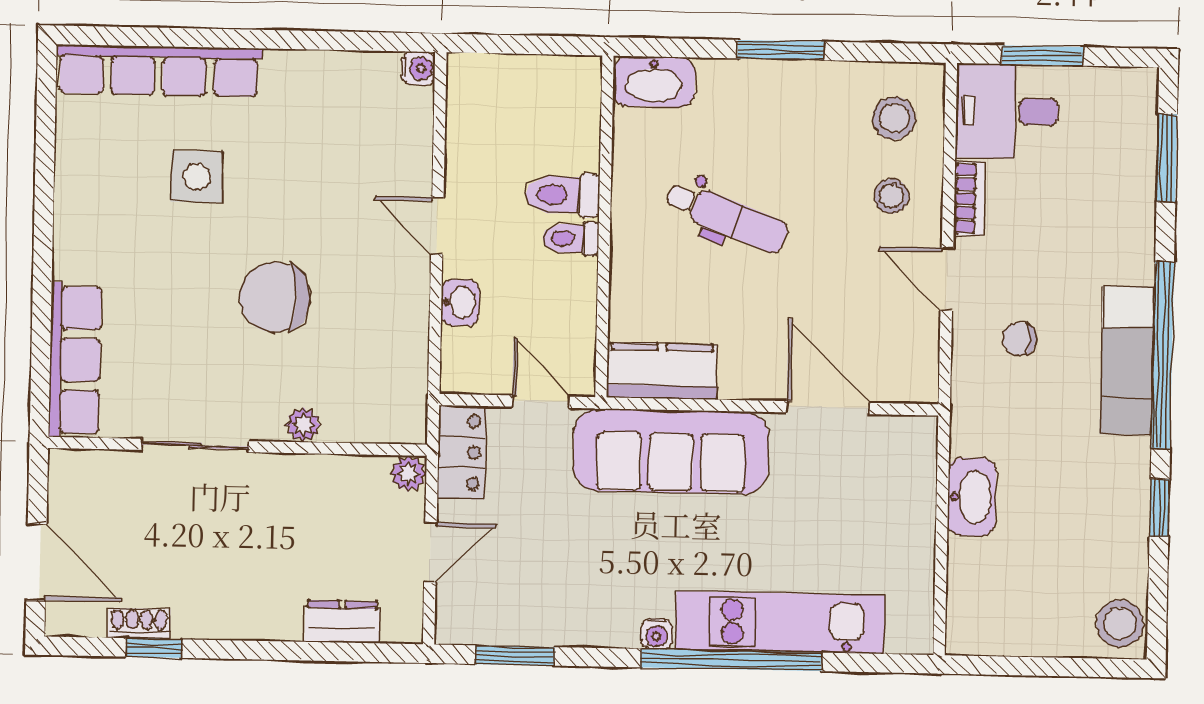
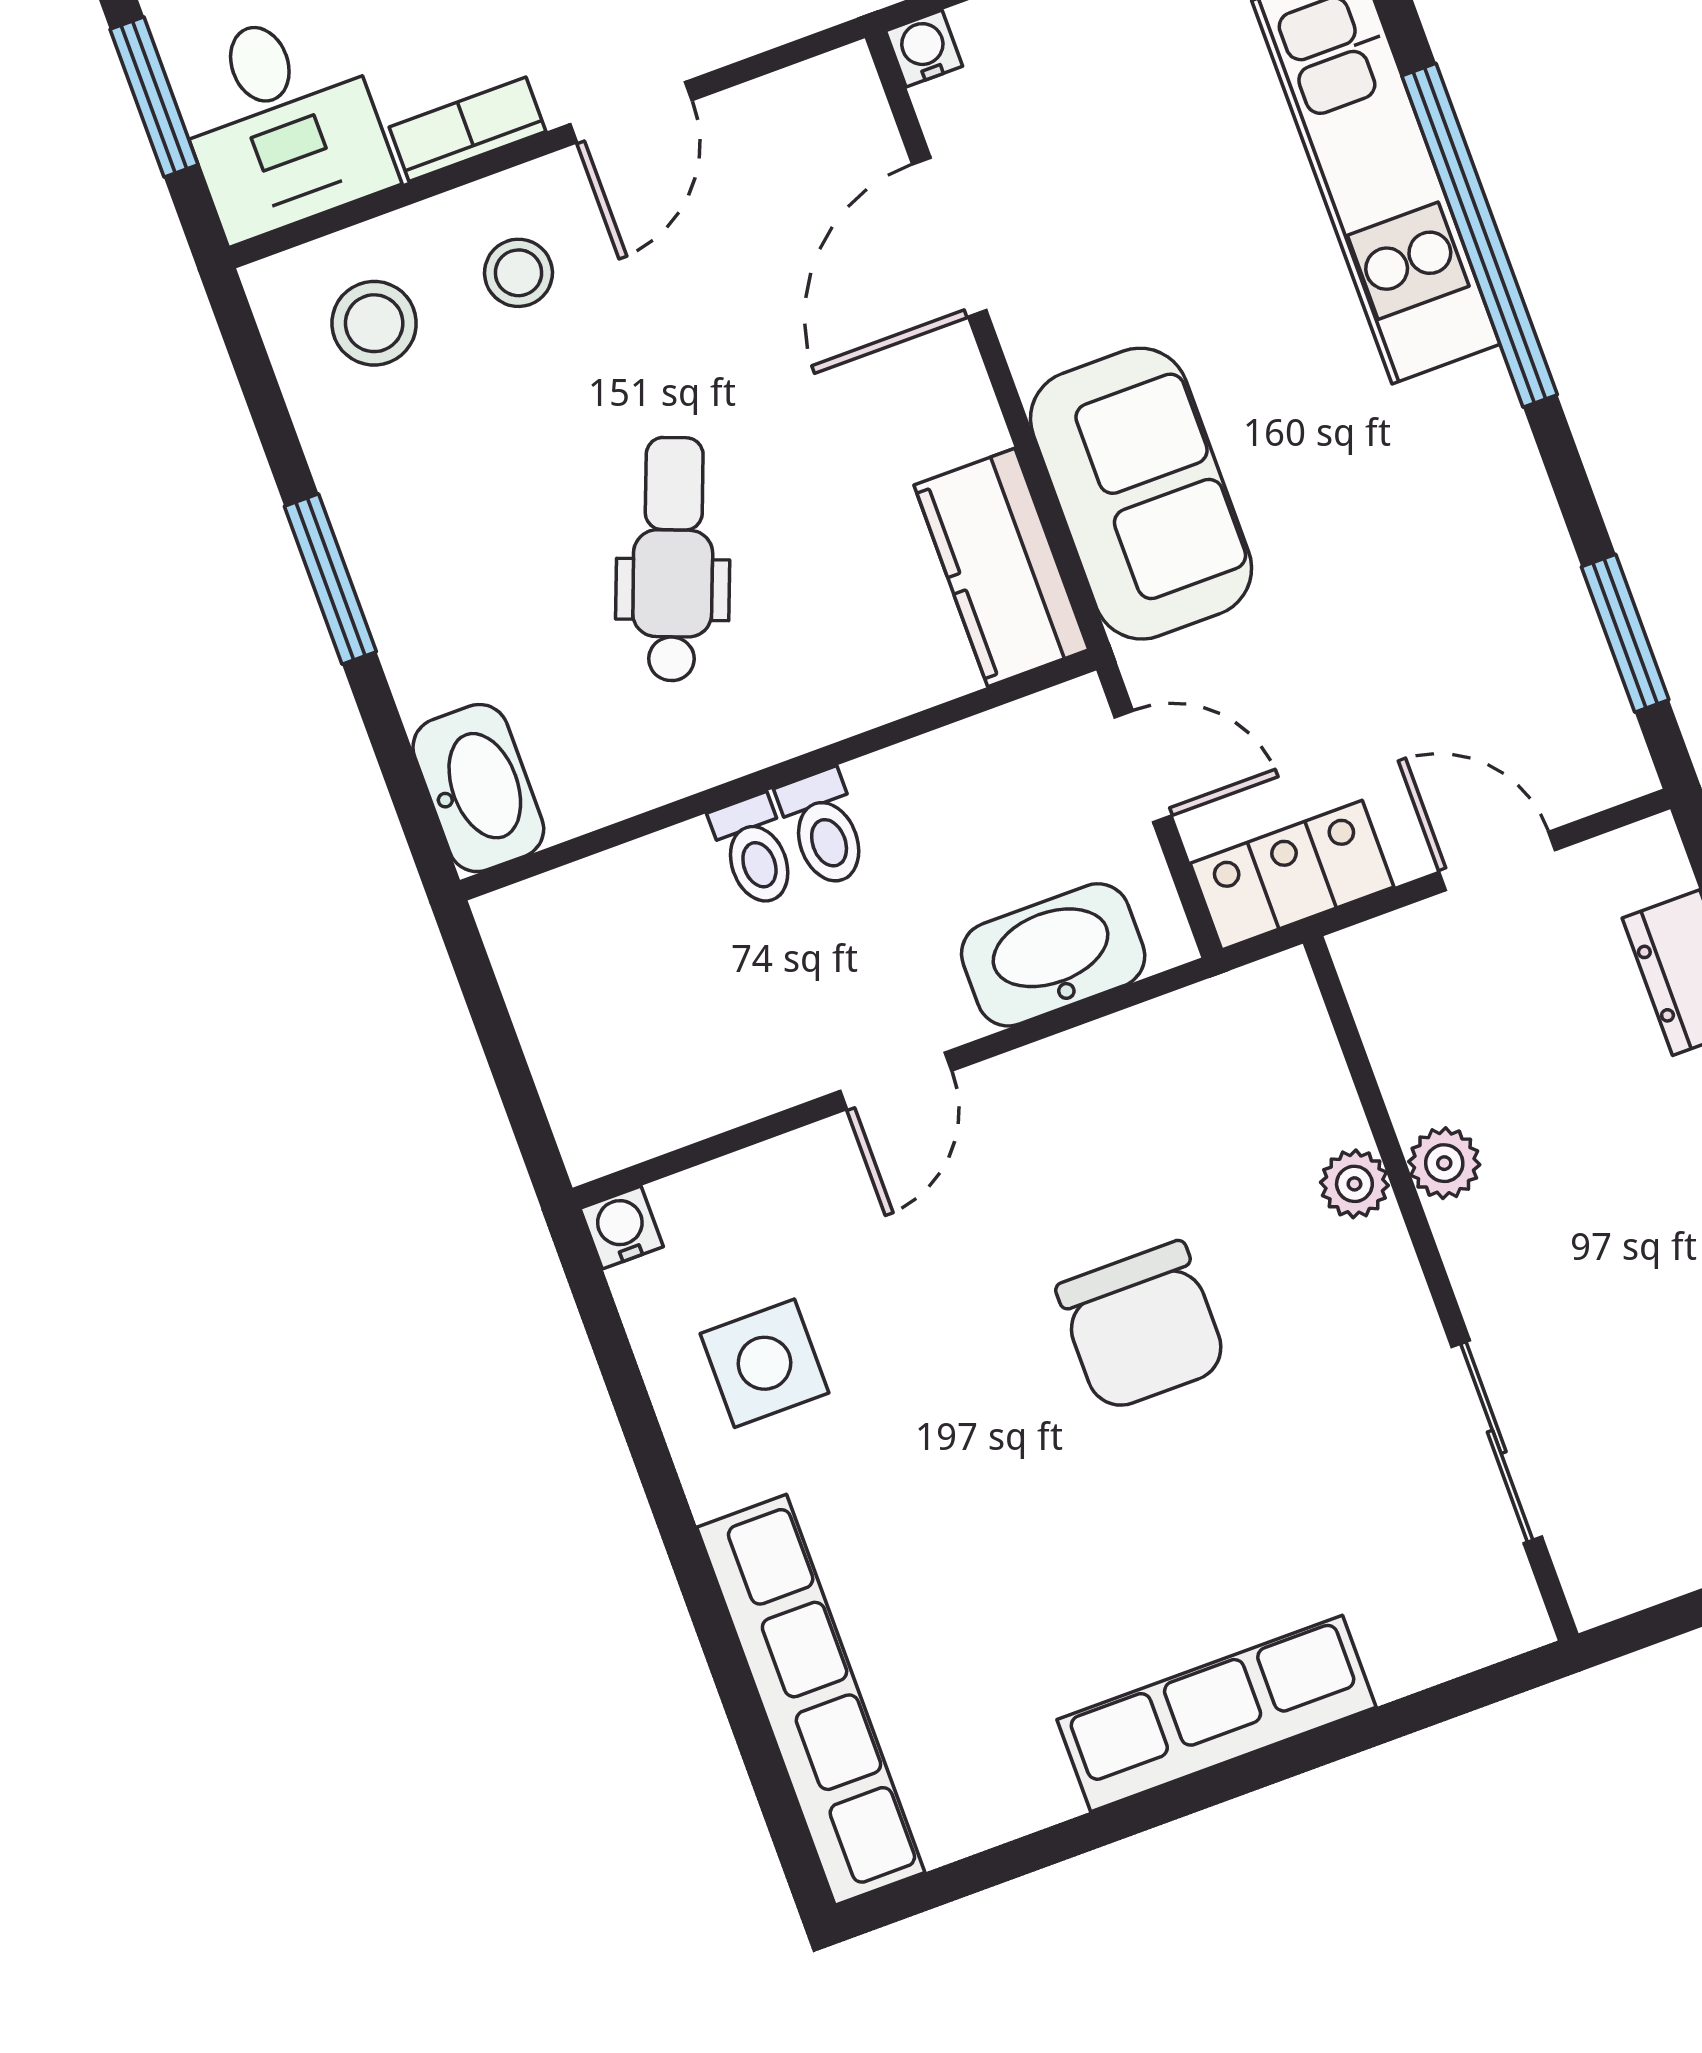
side table: (197, 177) -> (764, 1363), moved
toilet: (563, 195) -> (754, 851), width x0.73, depth x0.72
washbasin: (460, 302) -> (1053, 955), width x1.91, depth x1.45
row of seats: (75, 360) -> (1217, 1713), moved
door: (541, 402) -> (1143, 766), swing flipped
sliding door: (195, 445) -> (1497, 1442), moved
sofa: (671, 451) -> (1141, 494), width x0.73
plant: (408, 474) -> (1444, 1163), moved
water cooler: (657, 634) -> (924, 49), moved, turned -90

